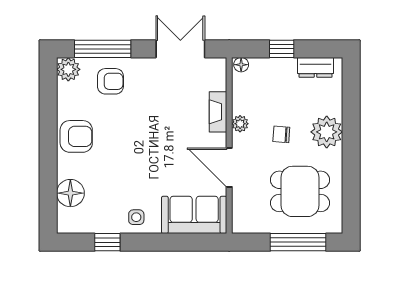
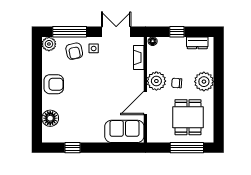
armchair: (110, 81) -> (74, 51), turned 78
fireplace: (218, 112) -> (139, 58), moved
plant: (240, 124) -> (156, 81), width x1.87, depth x1.87
door: (229, 167) -> (145, 103), hinge flipped
dining table: (300, 191) -> (188, 117), turned 90
side table: (136, 217) -> (94, 48), moved

